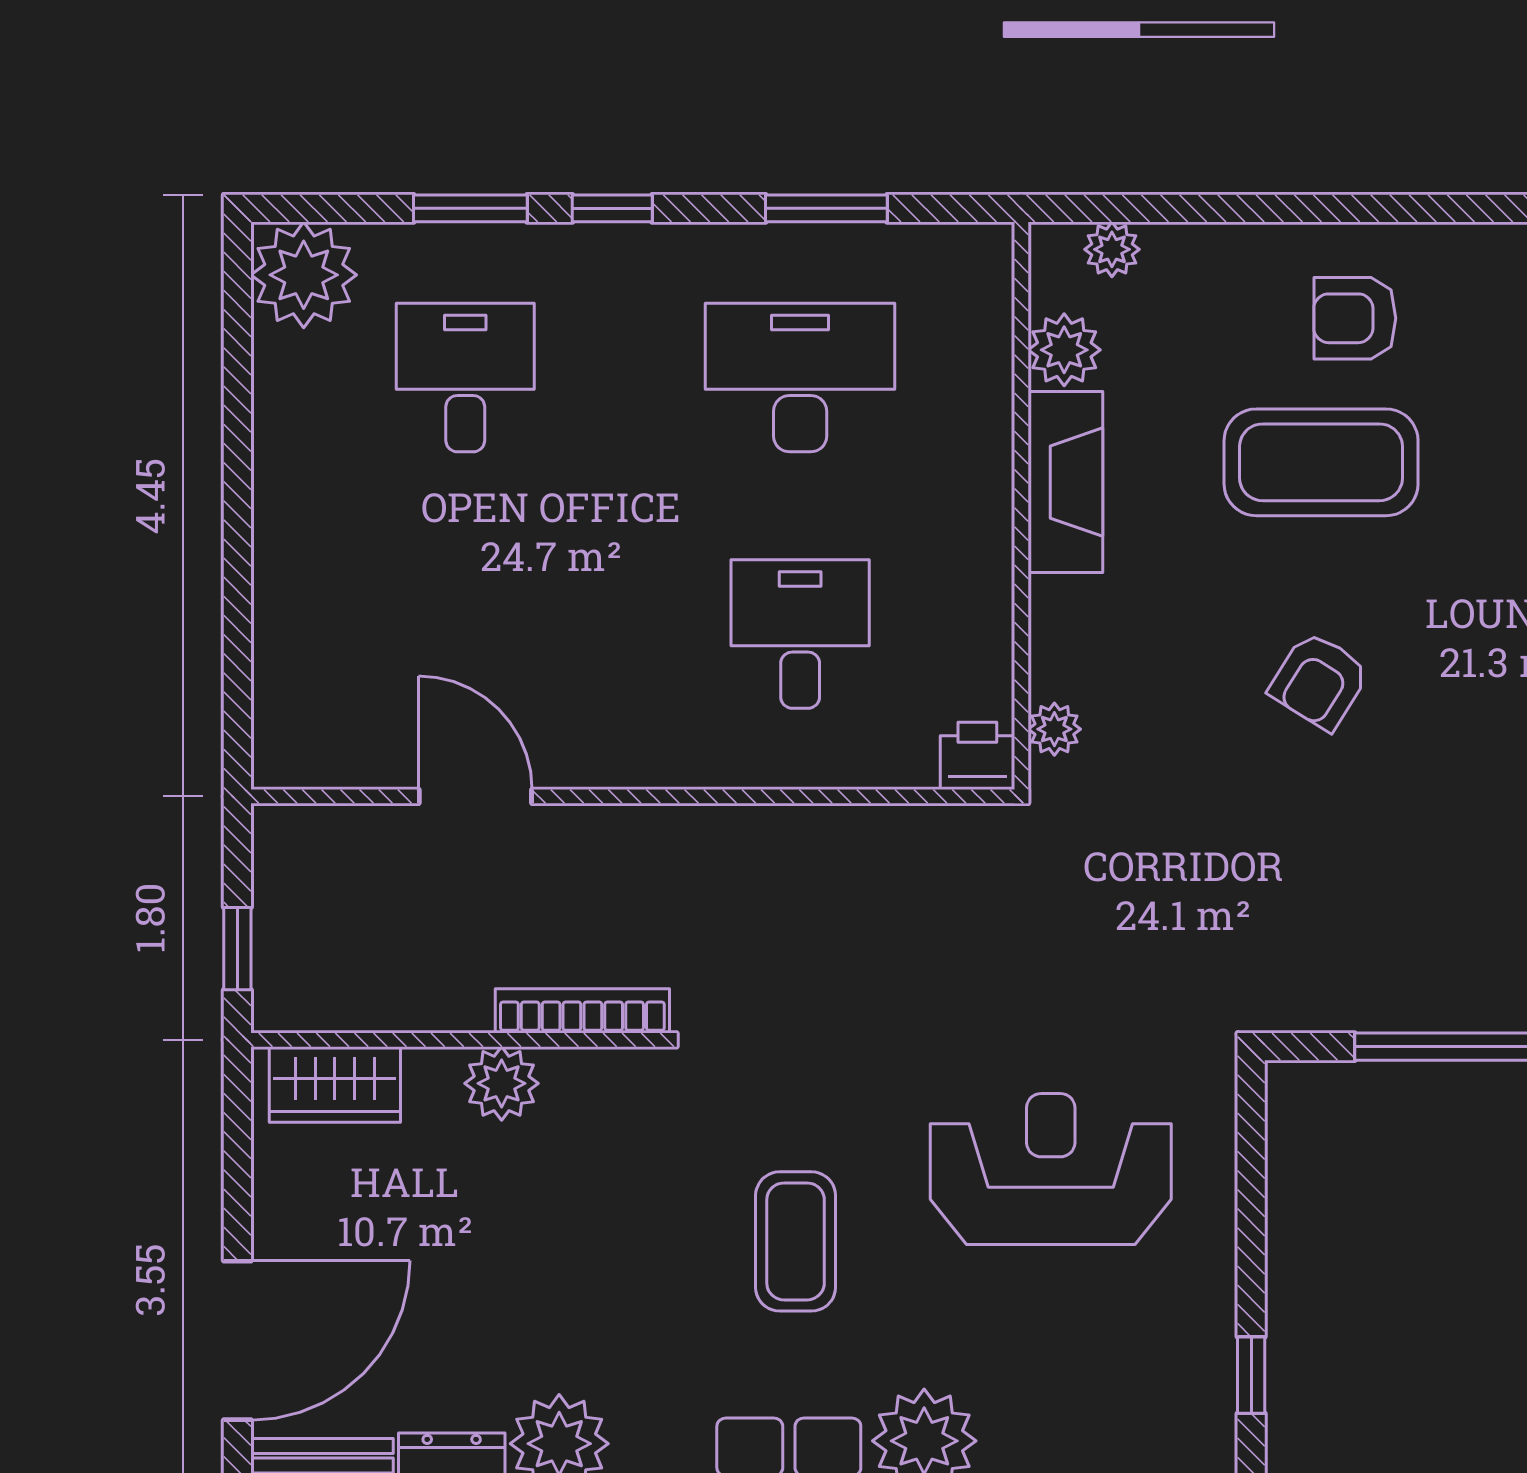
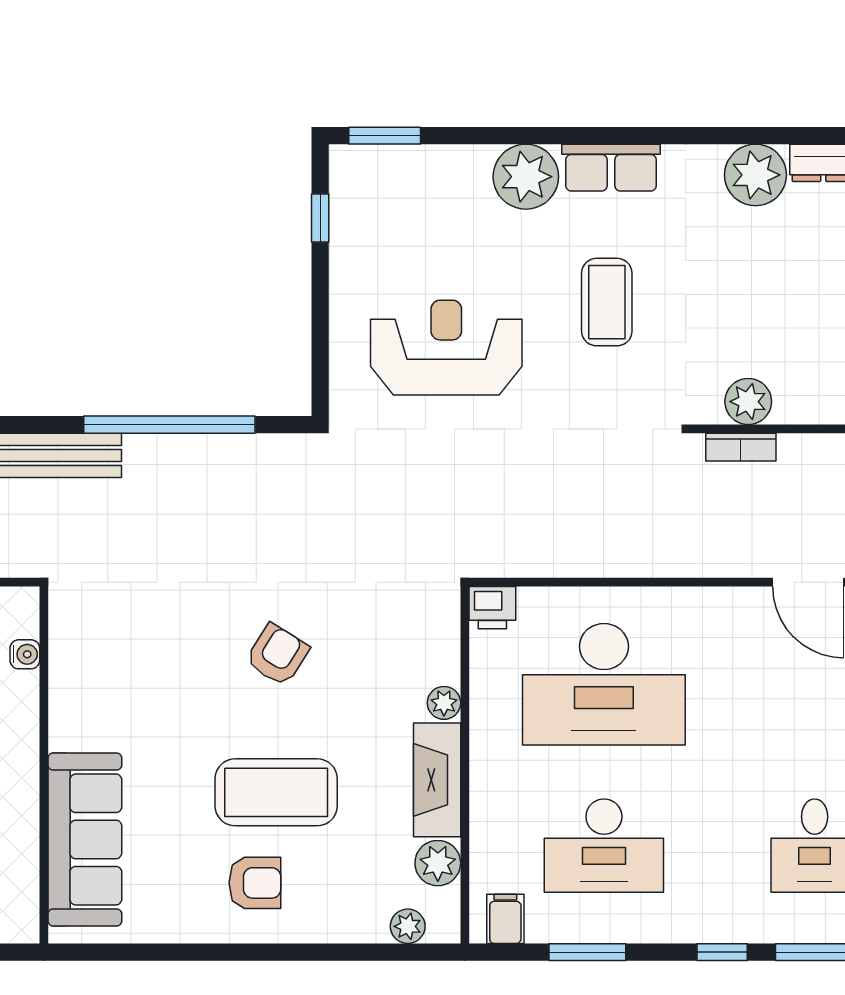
filing cabinet: (957, 261) -> (505, 919), added
desk: (800, 634) -> (604, 684), width x1.87, depth x1.30
plant: (1054, 729) -> (444, 703), moved
bookcase: (582, 1011) -> (741, 447), width x0.64
plant: (502, 1083) -> (748, 402), moved
reception desk: (1051, 1169) -> (446, 348), turned 180

